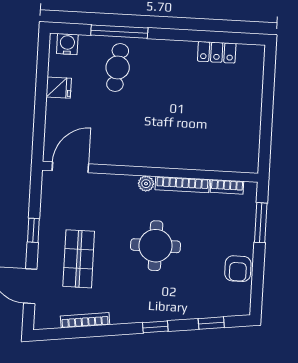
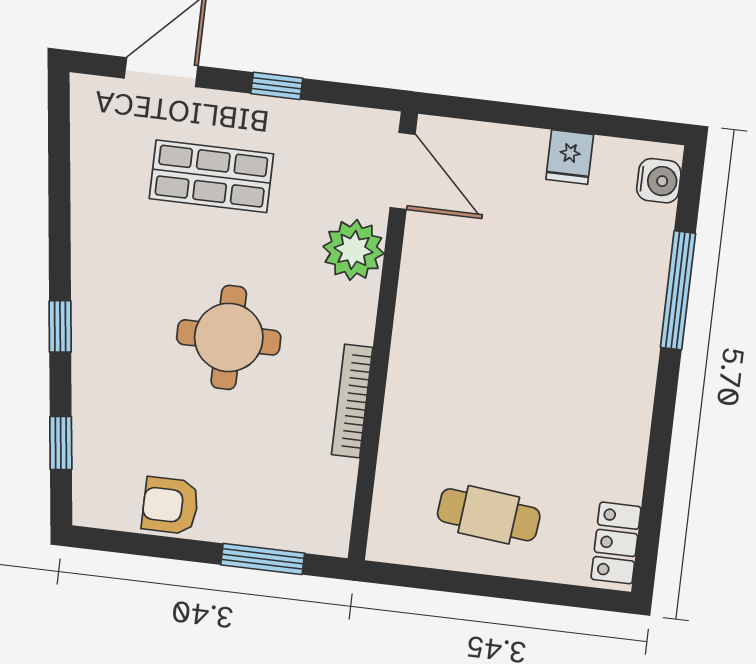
locker: (217, 52) -> (616, 543), moved
cafe table: (118, 67) -> (489, 515), moved
plant: (146, 184) -> (353, 250), moved, width x1.87, depth x1.87
bookcase: (227, 187) -> (342, 494), removed
bookcase: (85, 320) -> (83, 181), removed

